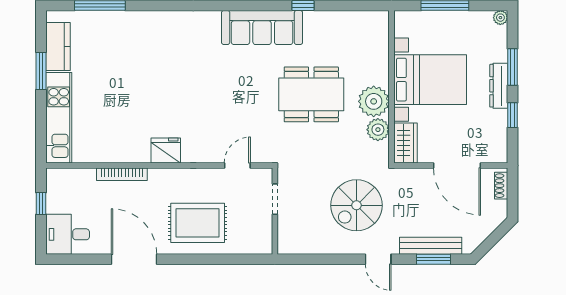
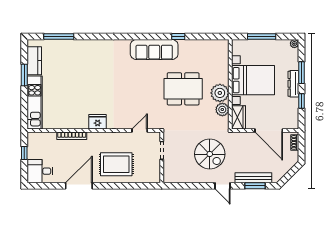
spiral stairs: (357, 205) -> (210, 154), turned -90
door: (134, 259) -> (79, 186), hinge flipped

